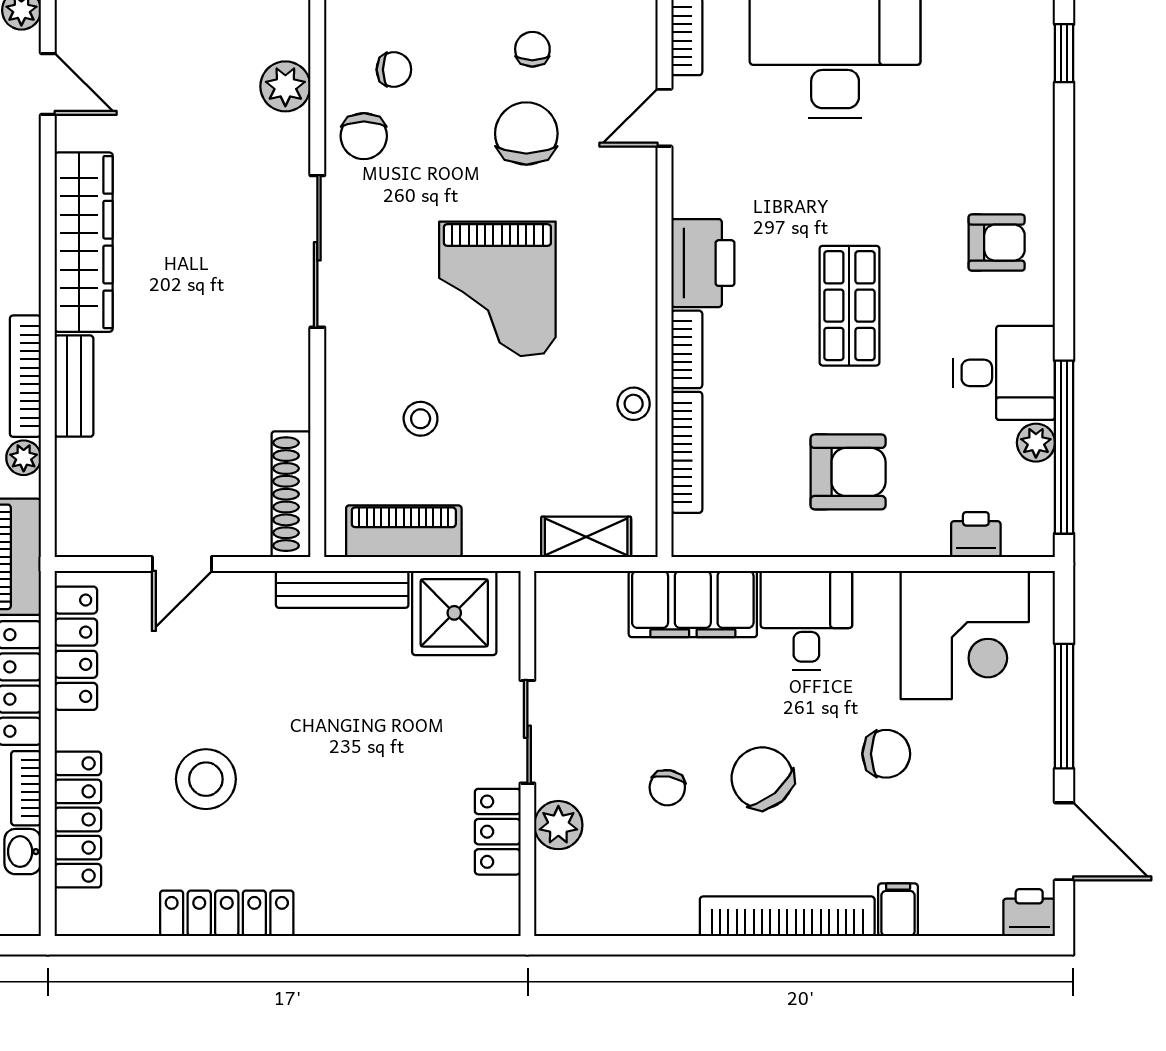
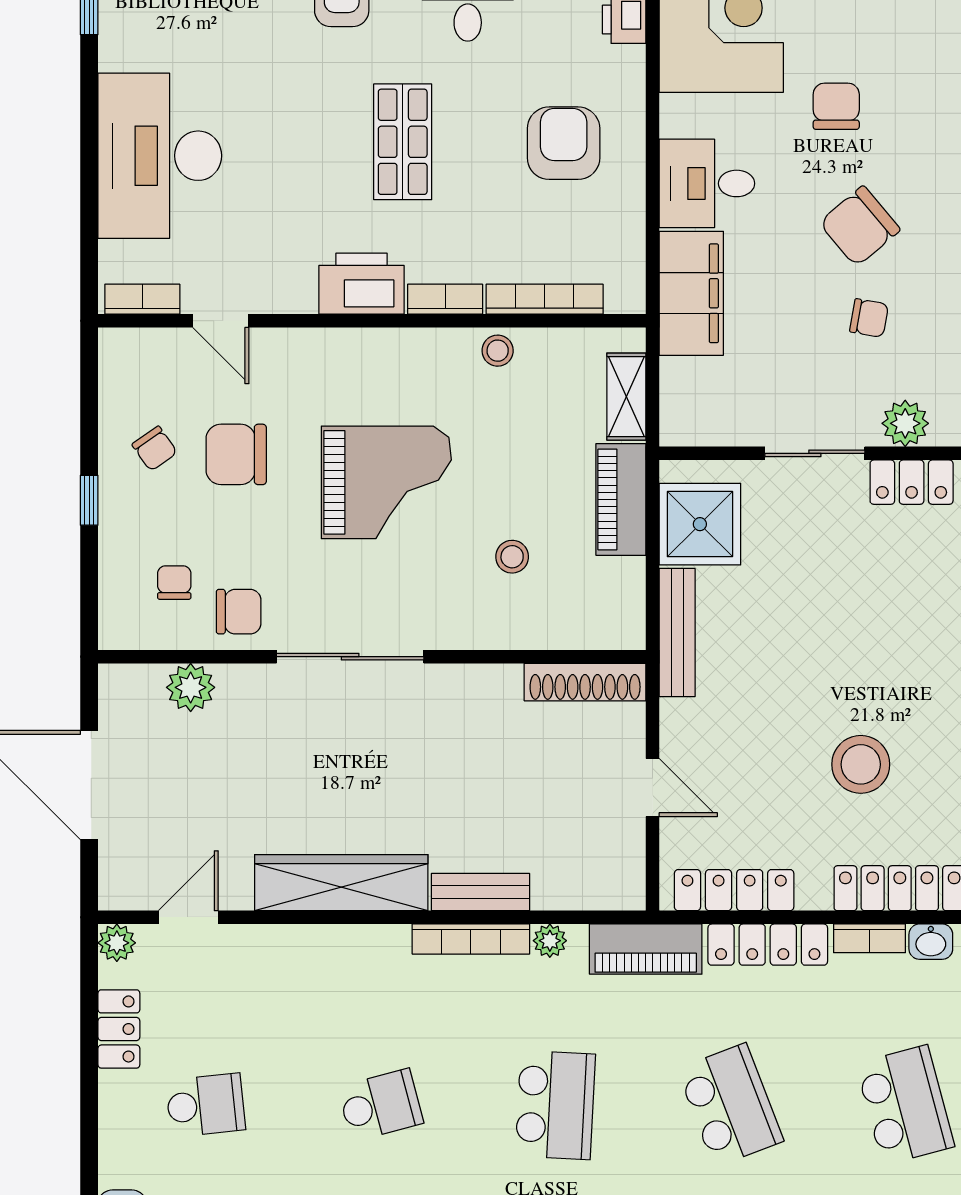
chair: (532, 49) -> (155, 449), turned -125
shop shelf: (849, 306) -> (403, 142), turned 90
piano: (404, 531) -> (621, 499), moved

